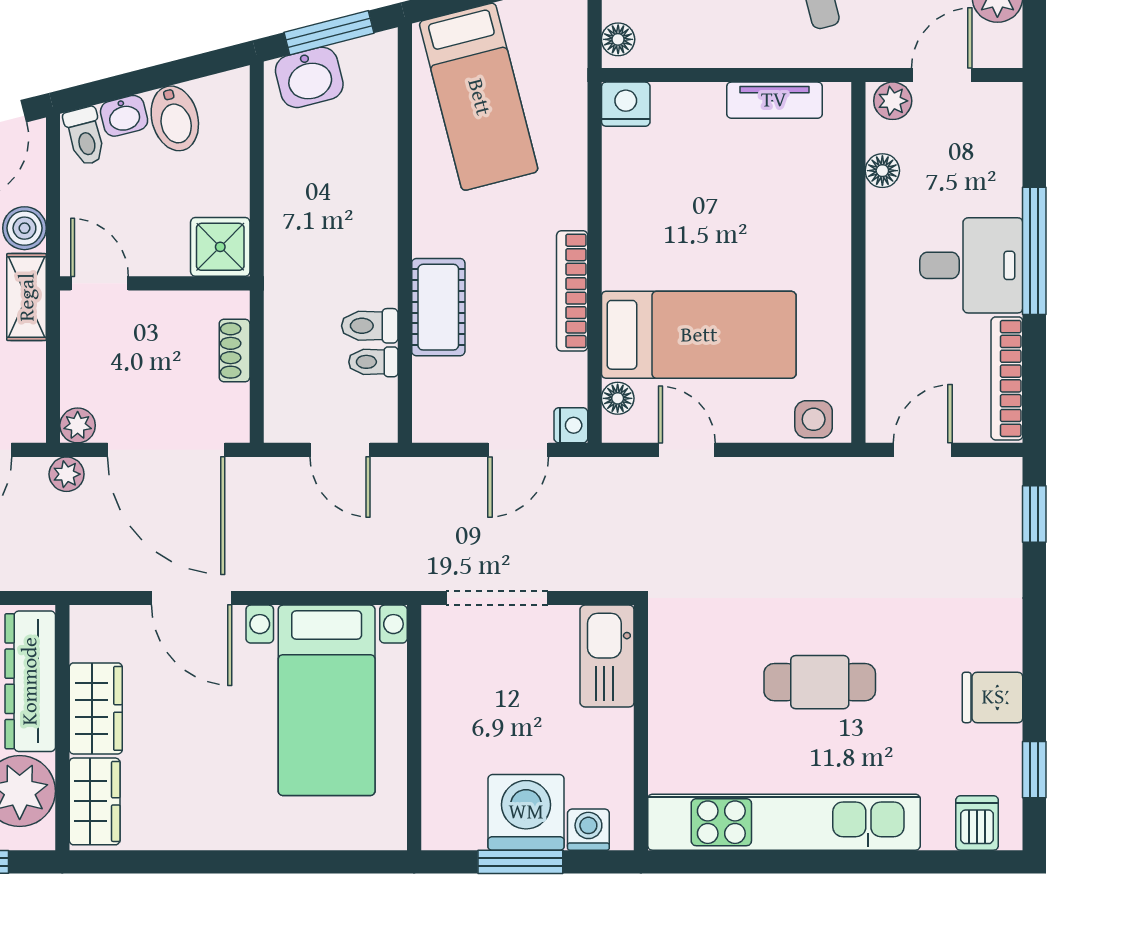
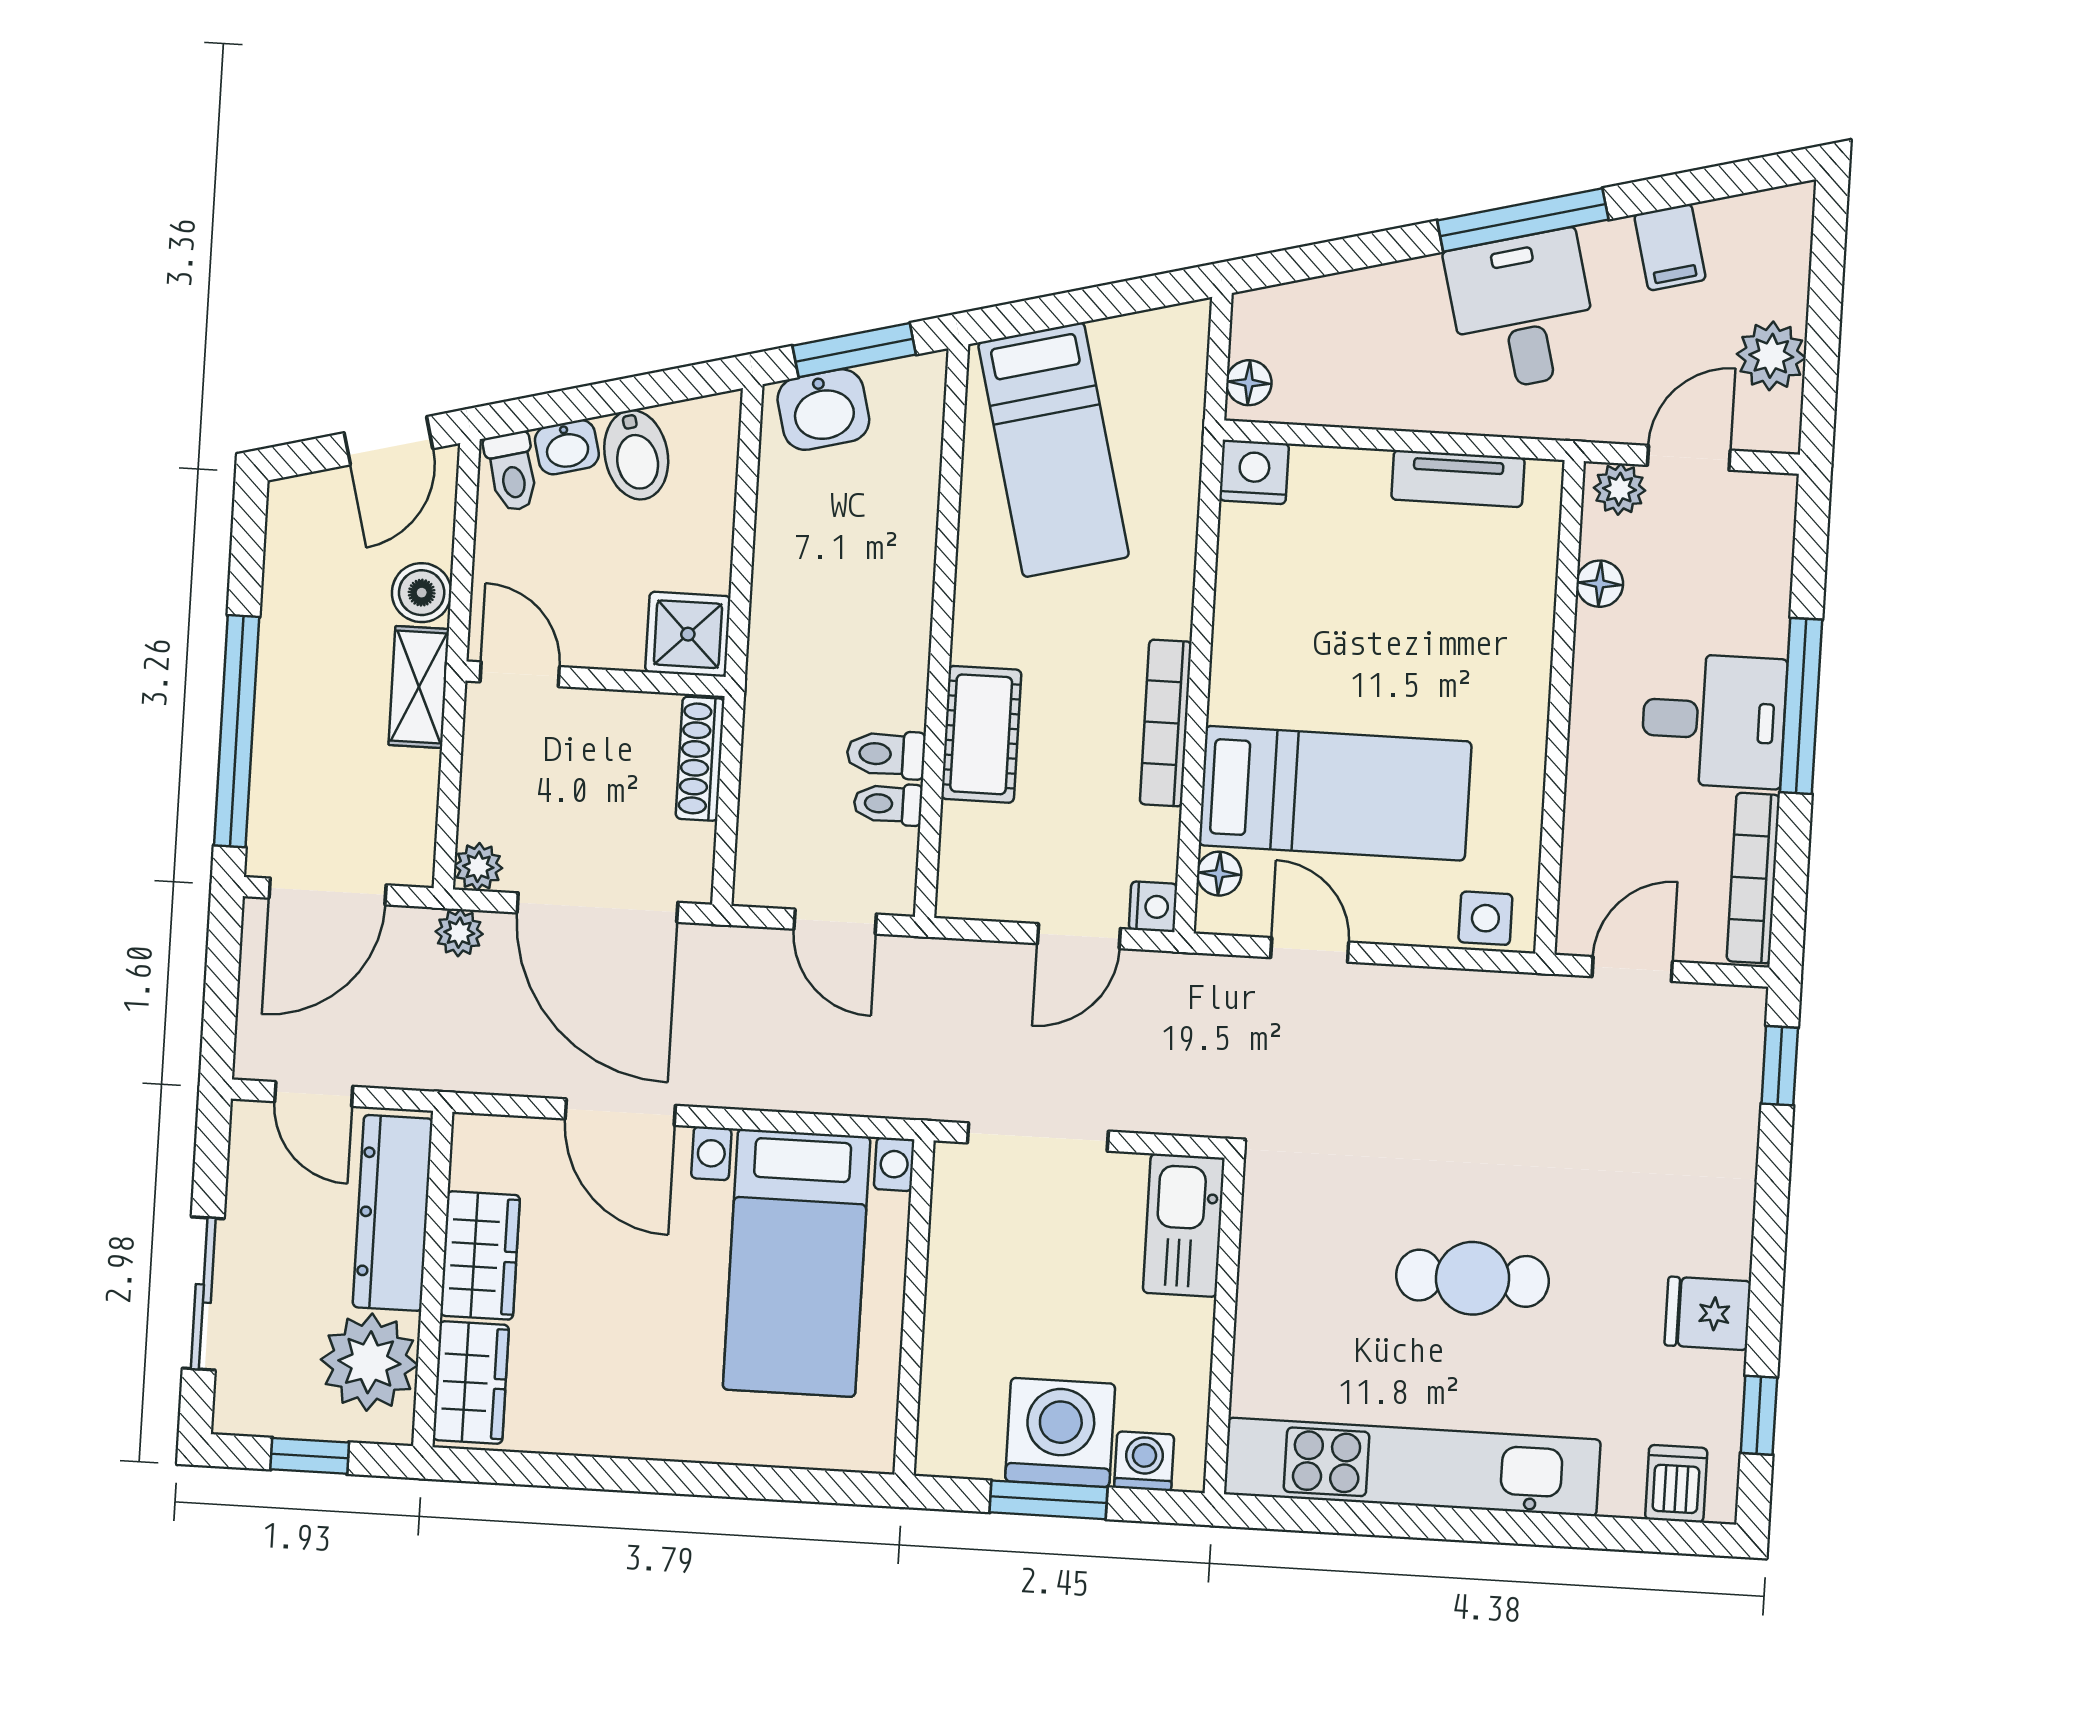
shoe rack: (235, 350) -> (700, 759), width x1.43

